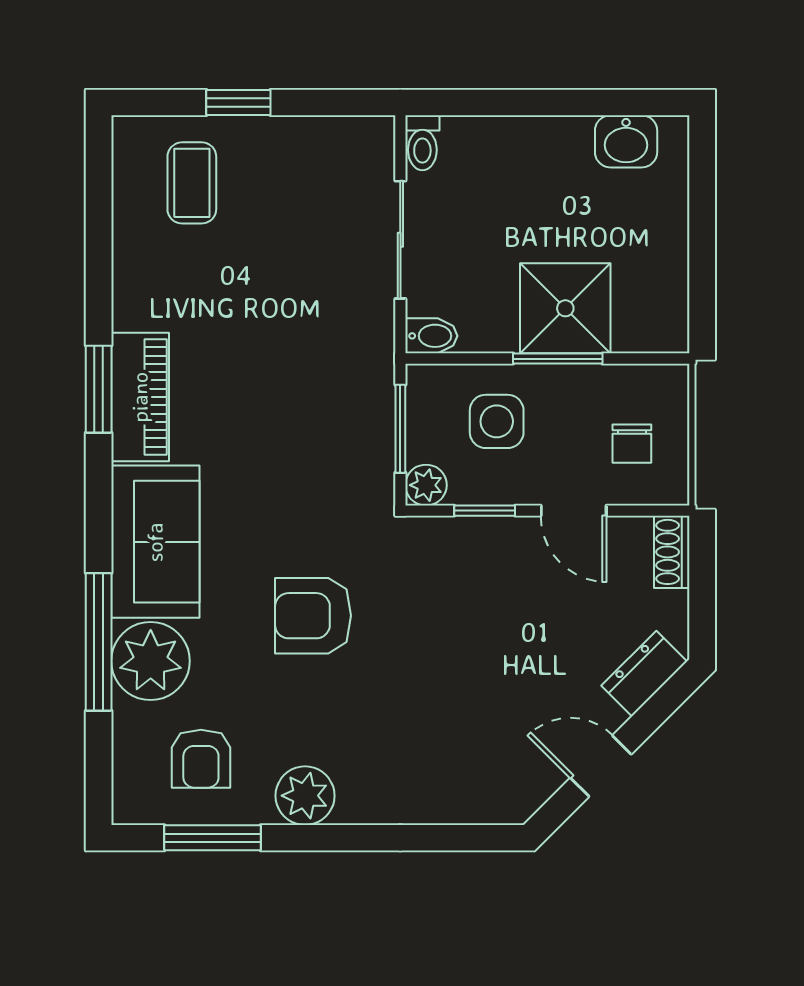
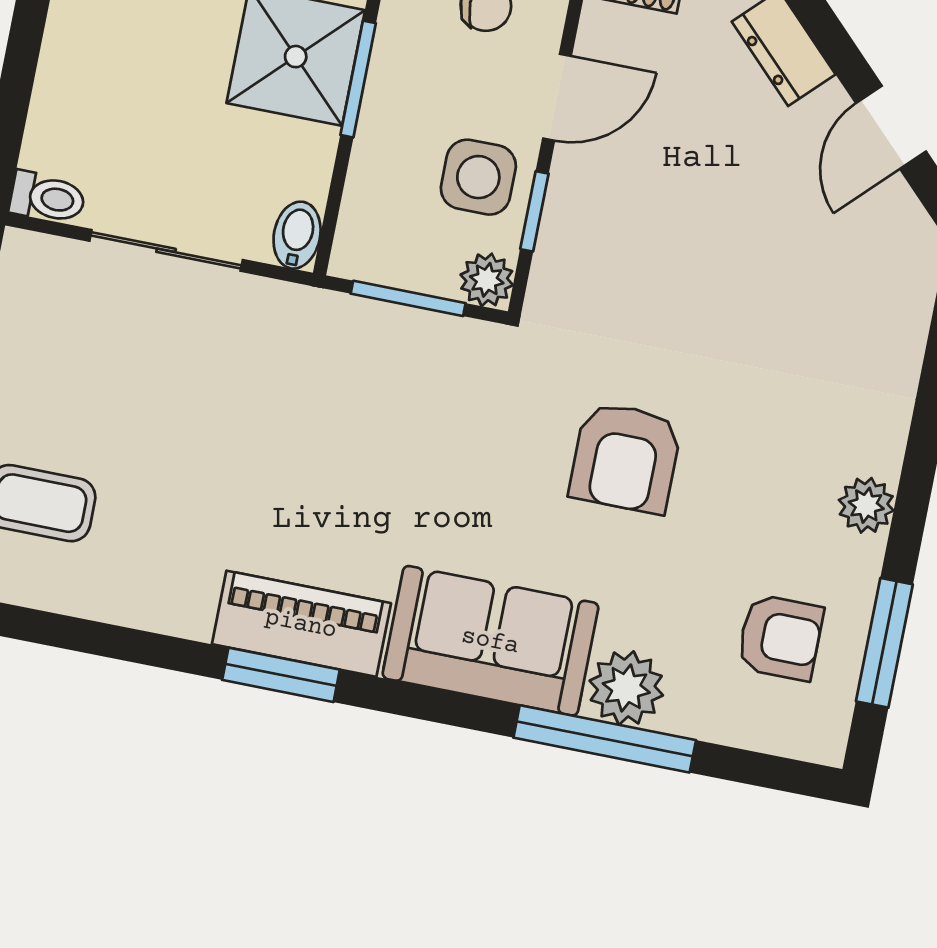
side table: (497, 421) -> (478, 177), moved
plant: (151, 661) -> (626, 688), width x0.73, depth x0.73
plant: (305, 796) -> (866, 505), width x0.73, depth x0.73

